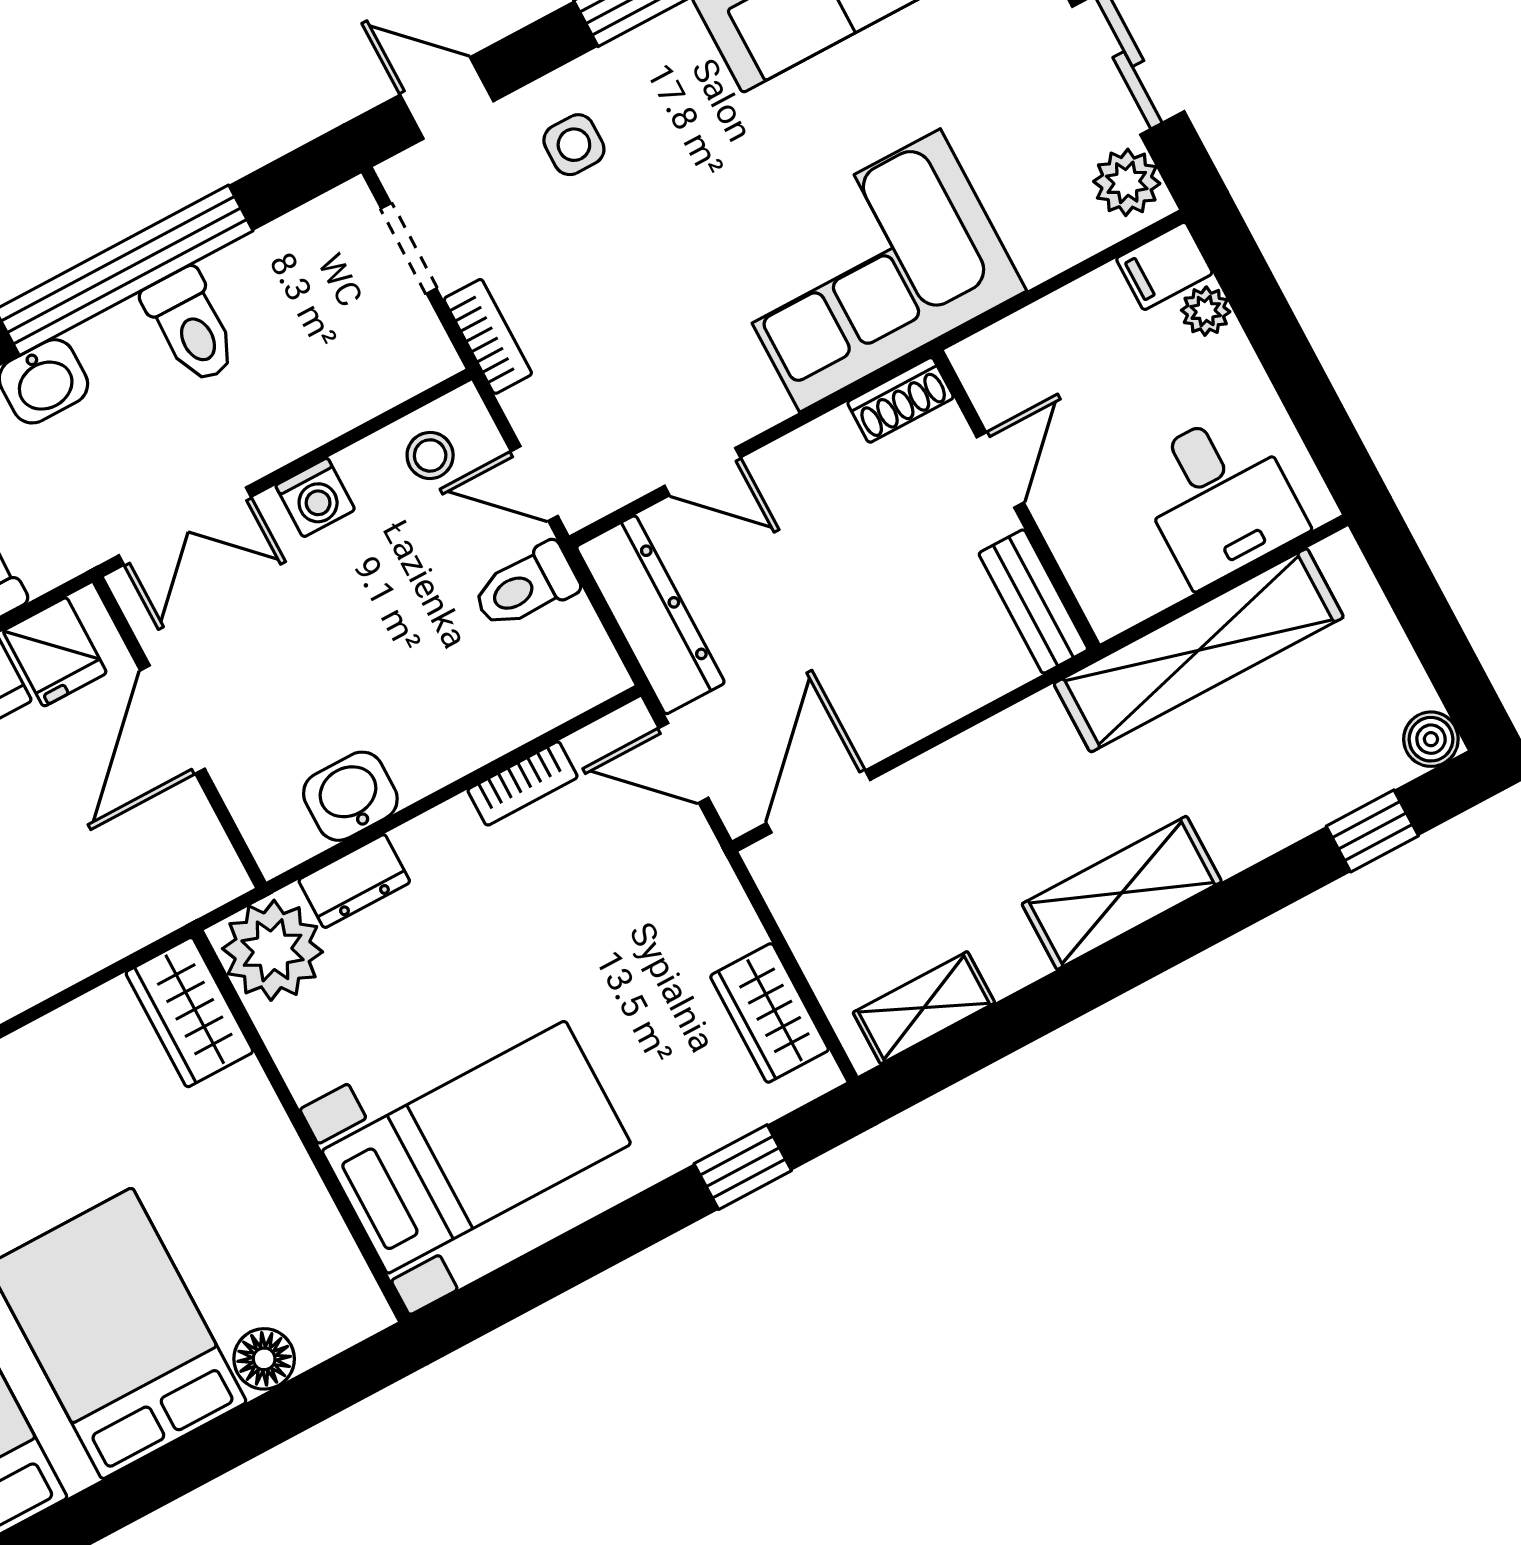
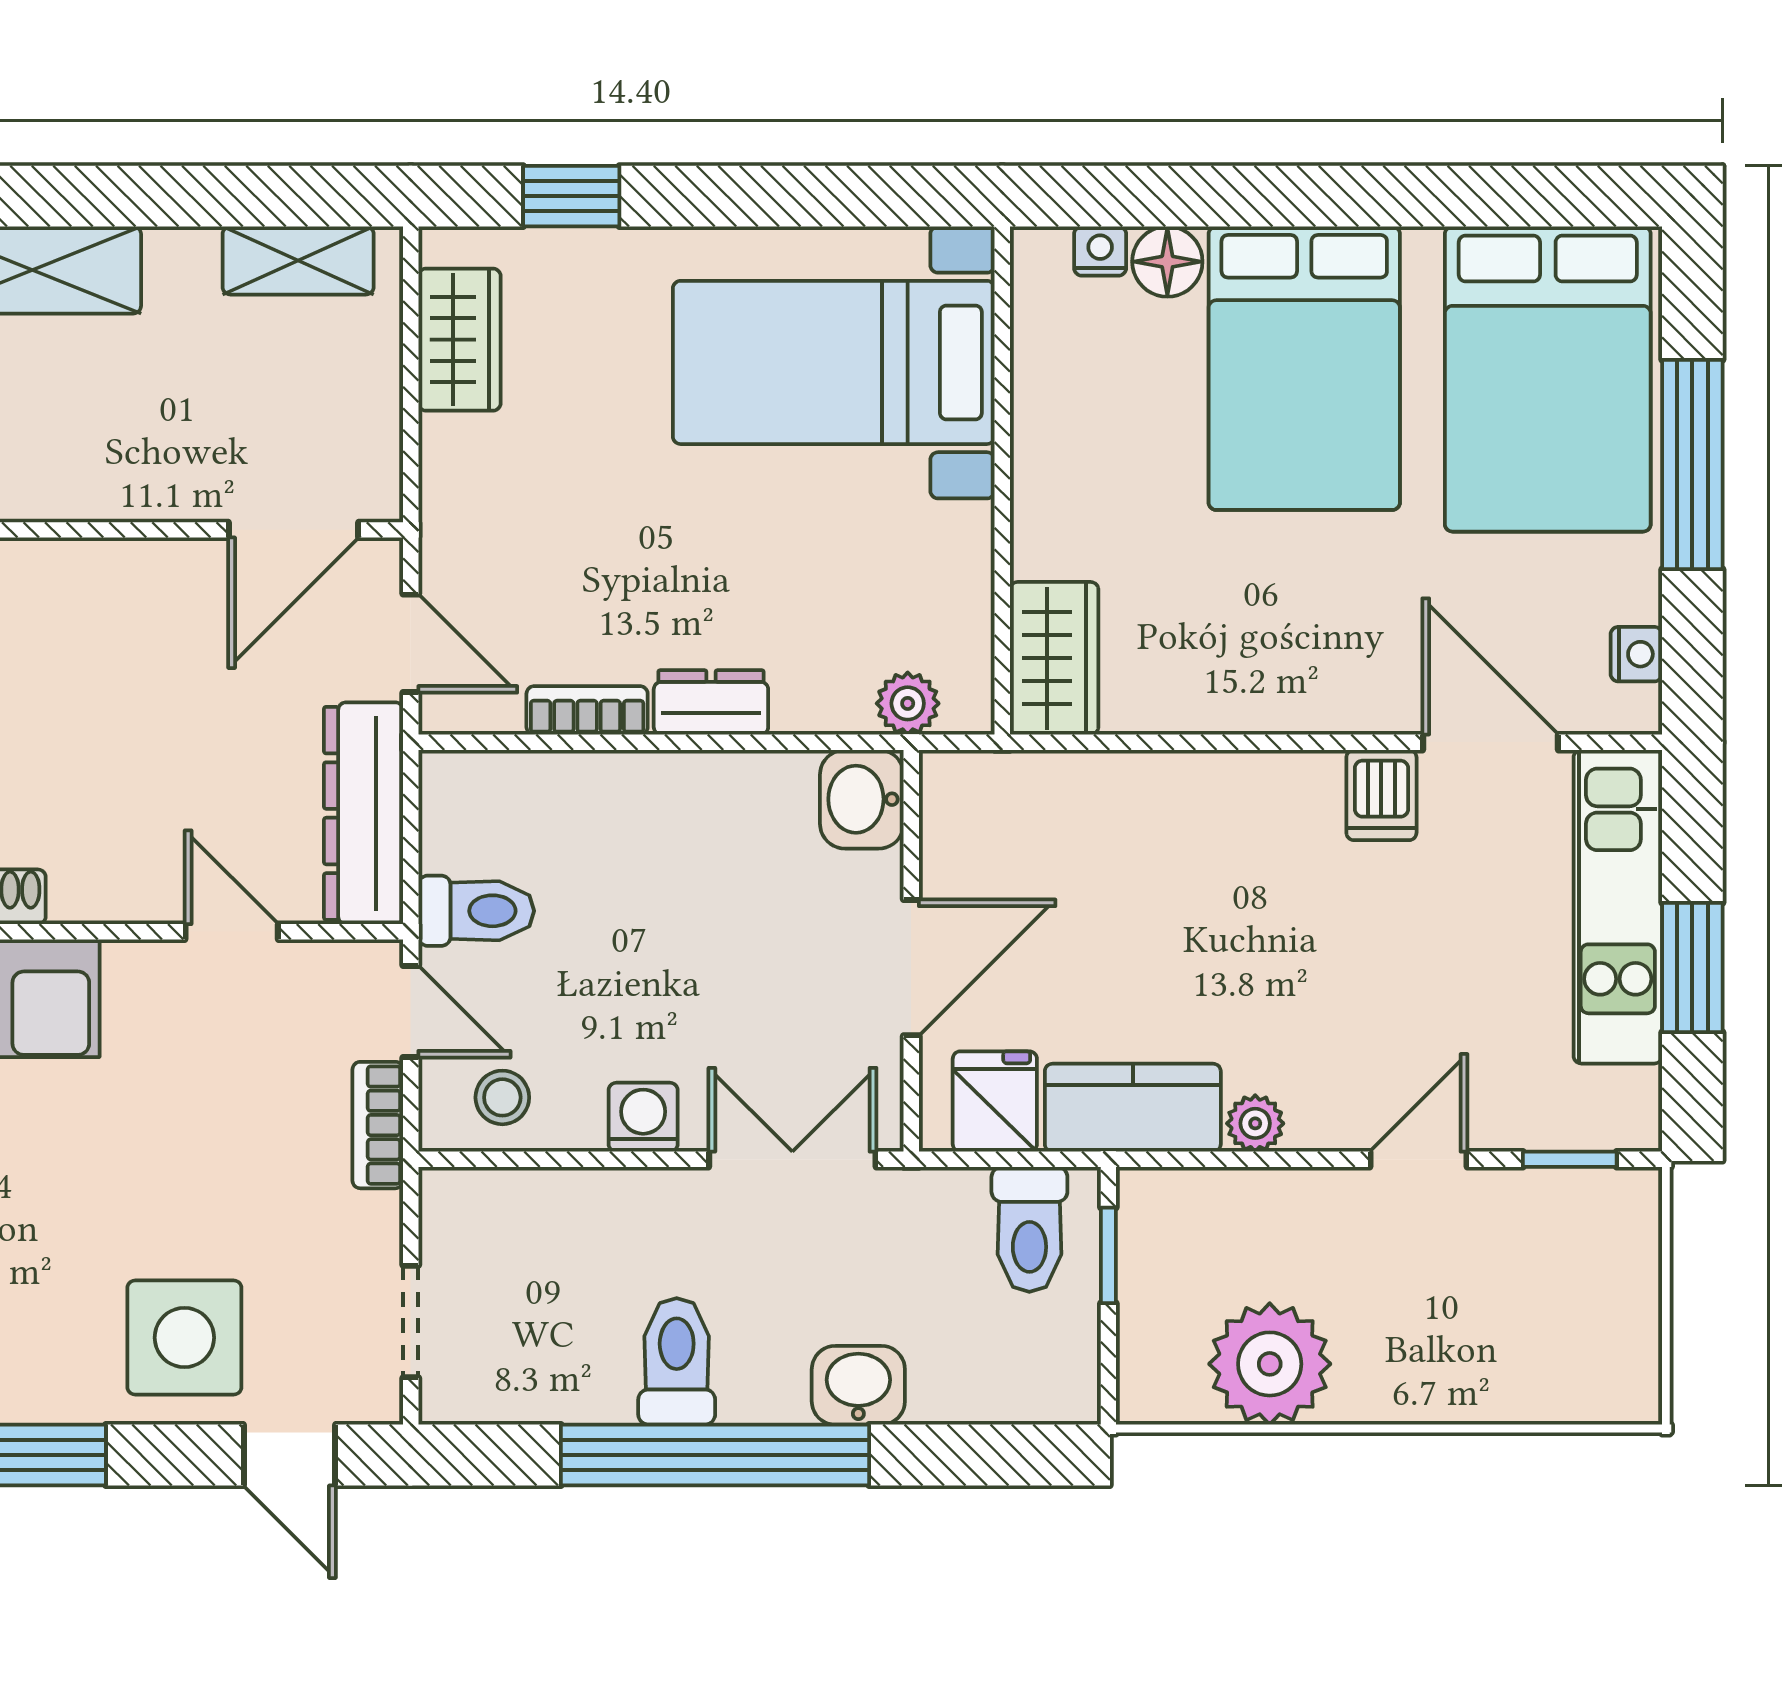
side table: (574, 145) -> (184, 1338), width x1.87, depth x1.87
bookcase: (488, 336) -> (378, 1125), moved
washbasin: (350, 796) -> (862, 799), moved, turned 90
dresser: (354, 881) -> (711, 702), moved
plant: (273, 950) -> (908, 703), width x0.53, depth x0.53
nightstand: (319, 1340) -> (1100, 251), added

